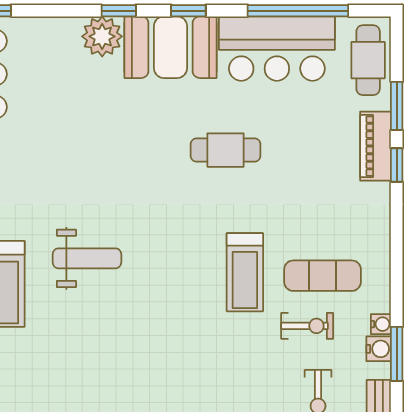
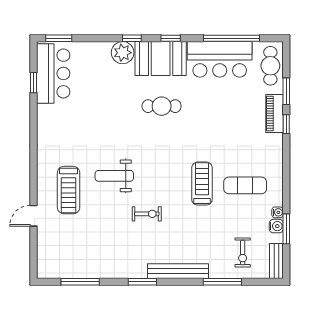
cafe table: (226, 150) -> (162, 106), moved
weight bench: (87, 258) -> (114, 176), turned 180
treadmill: (245, 272) -> (202, 184), turned 180
exercise bike: (307, 326) -> (147, 214), moved

